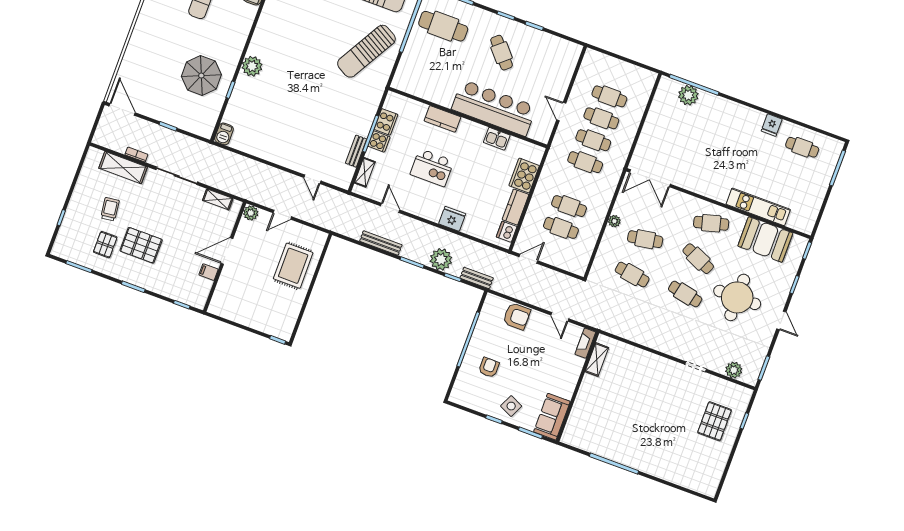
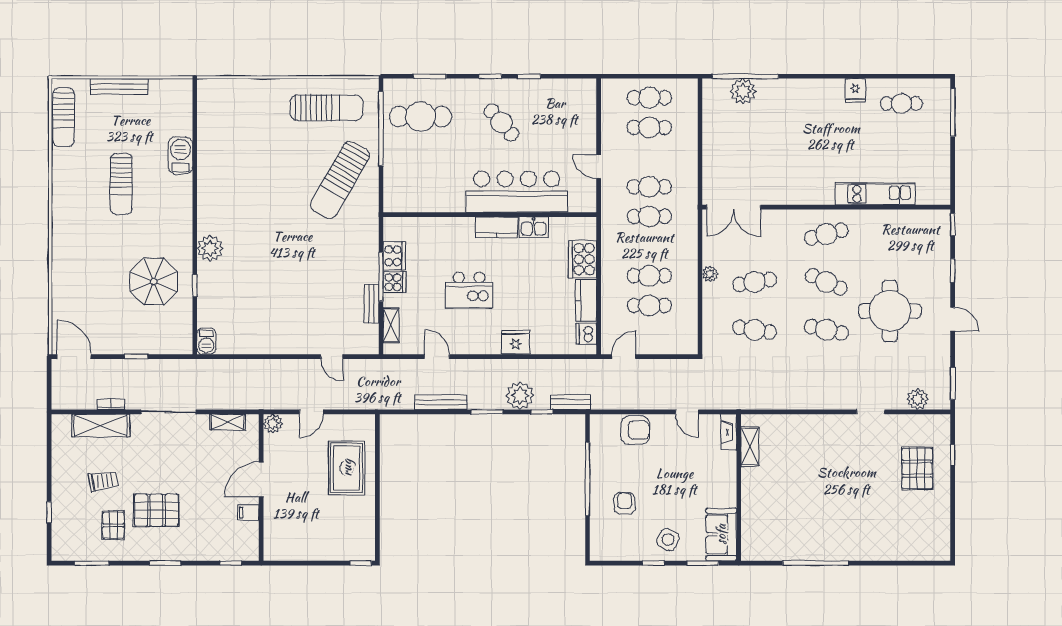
cafe table: (601, 118) -> (649, 98), moved
kitchen counter: (442, 119) -> (496, 227), moved
trolley: (110, 209) -> (103, 481), turned 88
booth: (765, 240) -> (898, 230), removed

